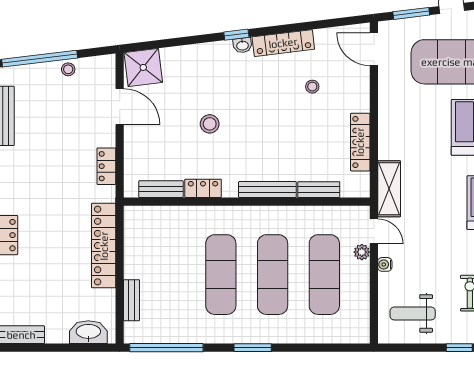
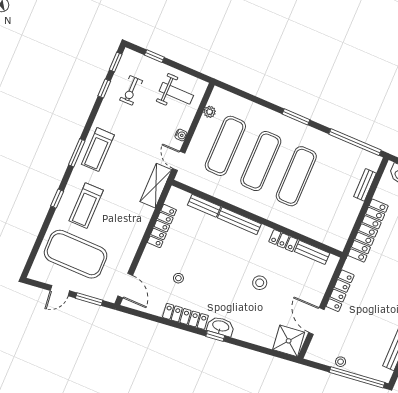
washbasin: (242, 45) -> (221, 326), width x1.91, depth x1.45
locker: (106, 166) -> (340, 291), width x1.53
plant: (362, 252) -> (210, 112), moved

